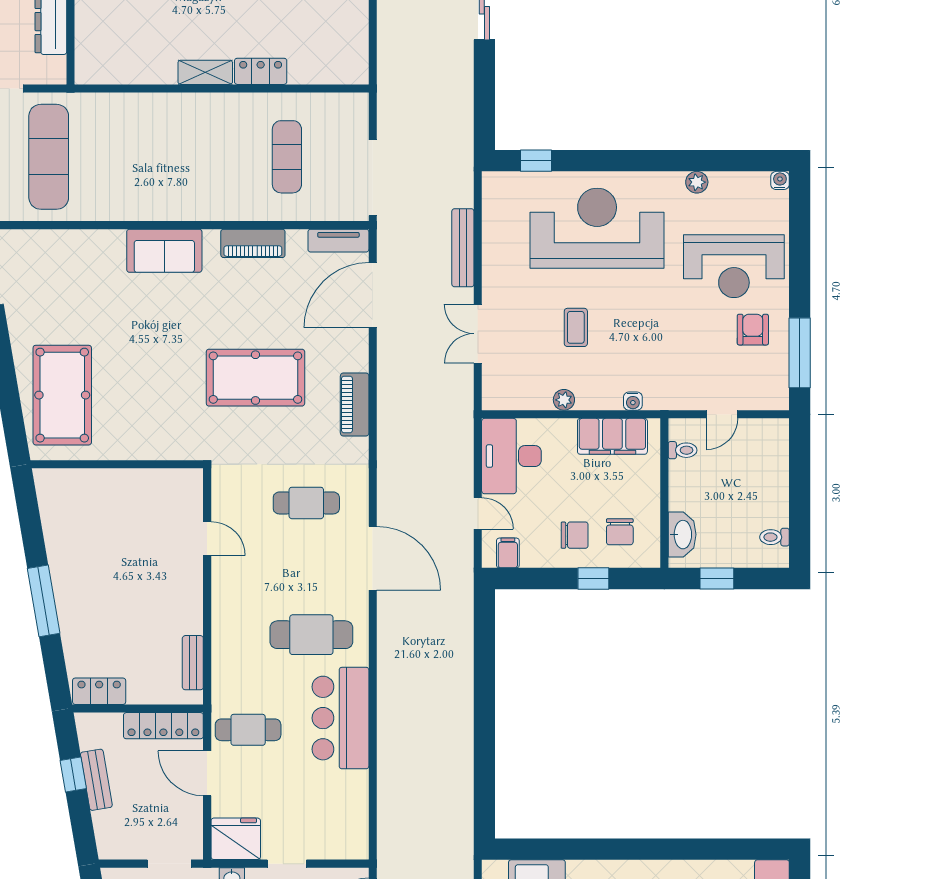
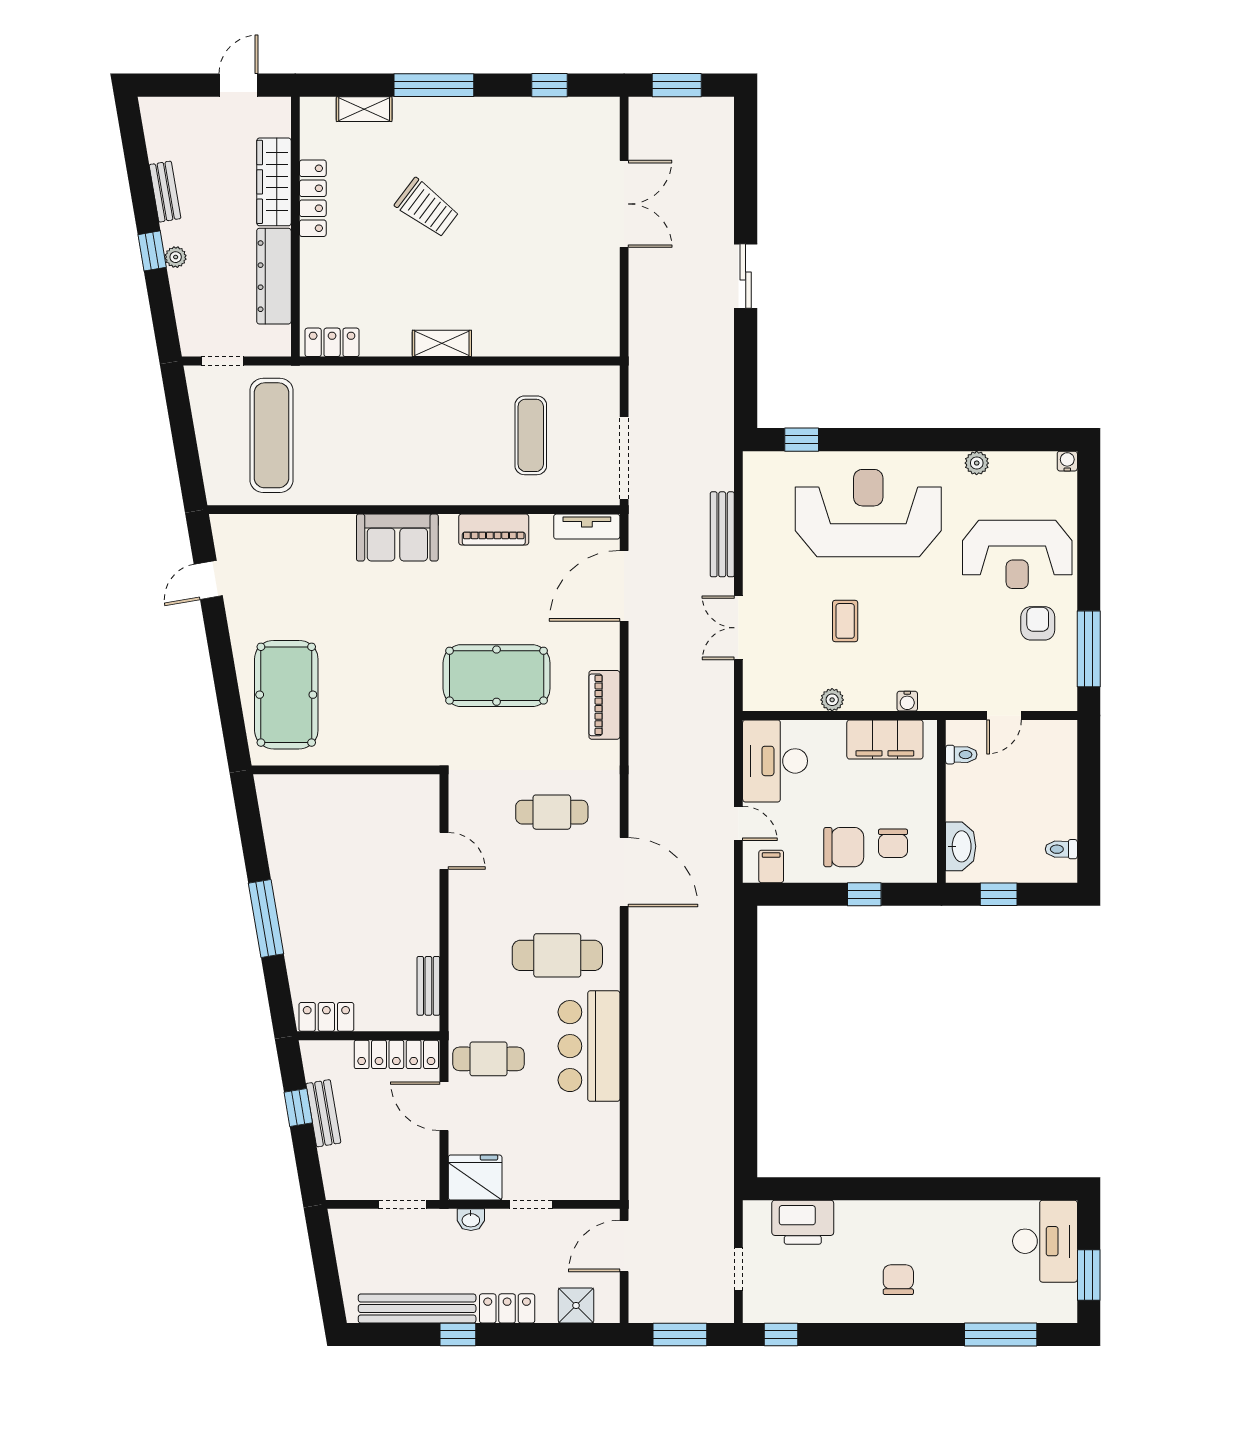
locker: (261, 71) -> (332, 342), moved
chair: (575, 535) -> (844, 847), width x1.37, depth x1.37

